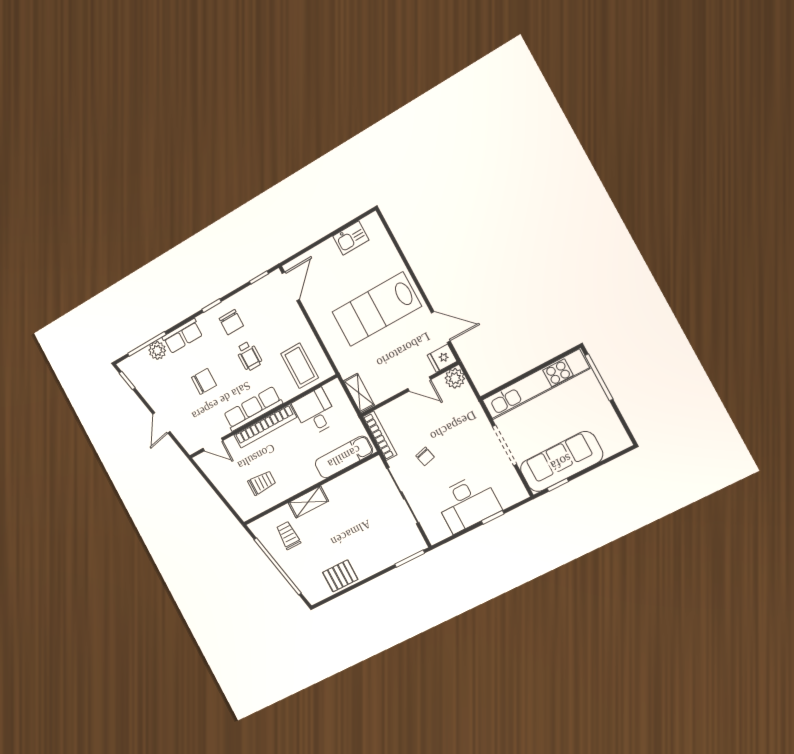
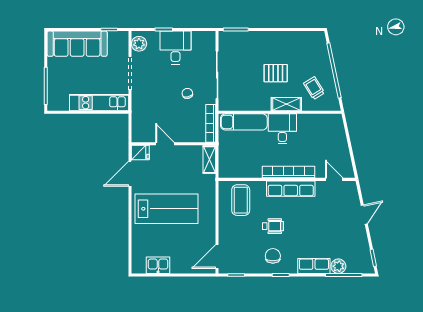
door: (441, 327) -> (130, 174), hinge flipped
wheelchair: (249, 356) -> (273, 226), turned 90
plant: (455, 378) -> (139, 44), moved
chair: (204, 381) -> (316, 226), removed
kitchen unit: (536, 385) -> (99, 103), width x0.73
desk: (315, 412) -> (282, 129), moved, turned 180
sofa: (561, 462) -> (77, 44), moved
trolley: (262, 483) -> (313, 134), removed
desk: (467, 503) -> (176, 48), width x0.73
trolley: (288, 535) -> (314, 88), turned 148
pallet: (340, 576) -> (276, 73), moved

